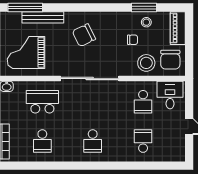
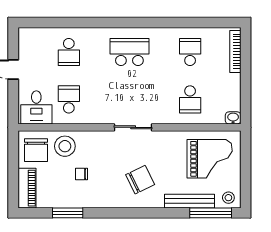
stool: (146, 22) -> (228, 198), moved
chair: (170, 60) -> (36, 150), turned 180
sliding door: (90, 79) -> (133, 127), width x0.54
school desk: (42, 102) -> (190, 99), width x0.54
school desk: (93, 141) -> (129, 52), width x1.85

